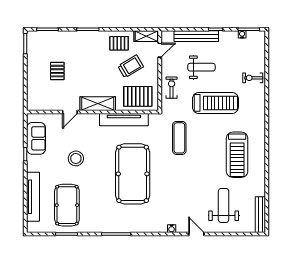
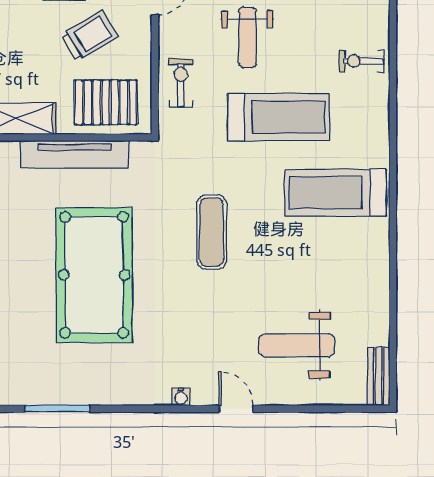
weight bench: (201, 67) -> (247, 37), turned 90
exercise mat: (179, 138) -> (212, 232), moved
treadmill: (237, 155) -> (335, 193), moved, turned 90
weight bench: (224, 205) -> (297, 345), turned -90
bench: (260, 215) -> (379, 376), width x0.73

